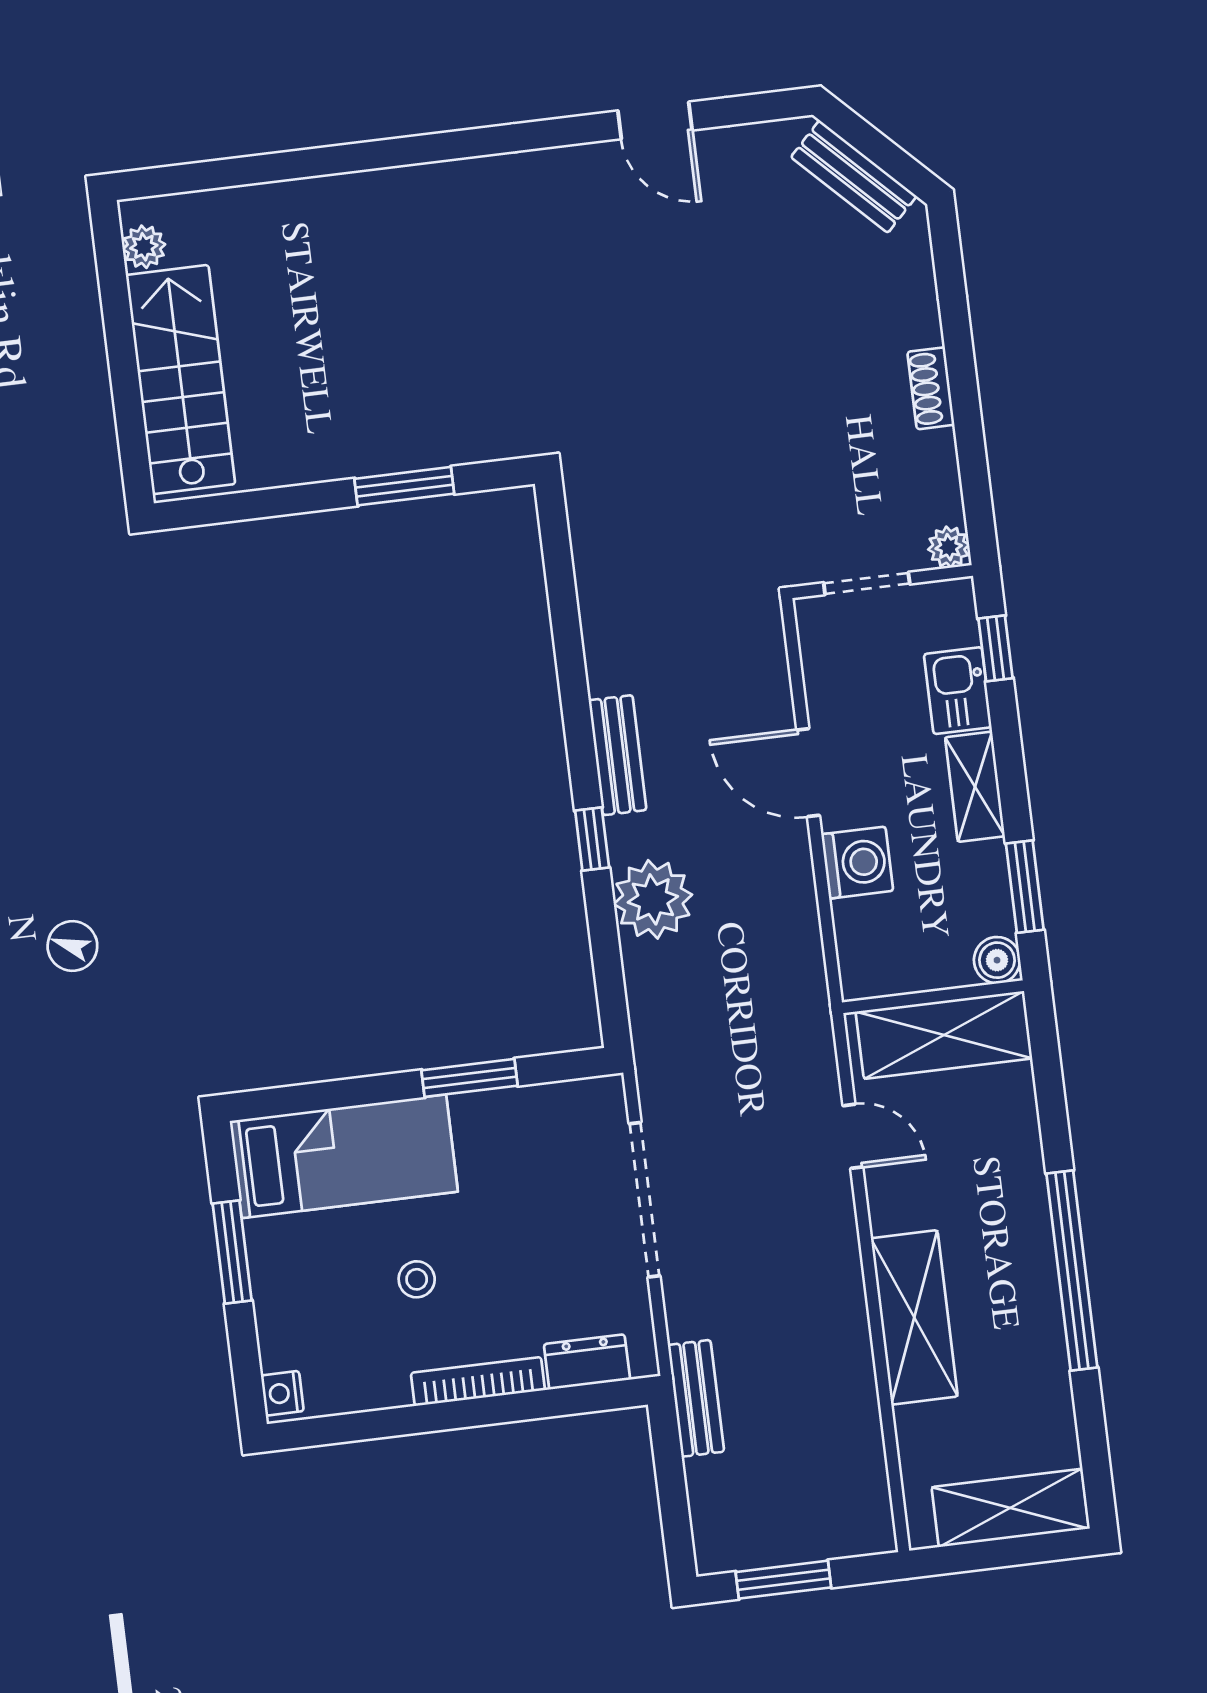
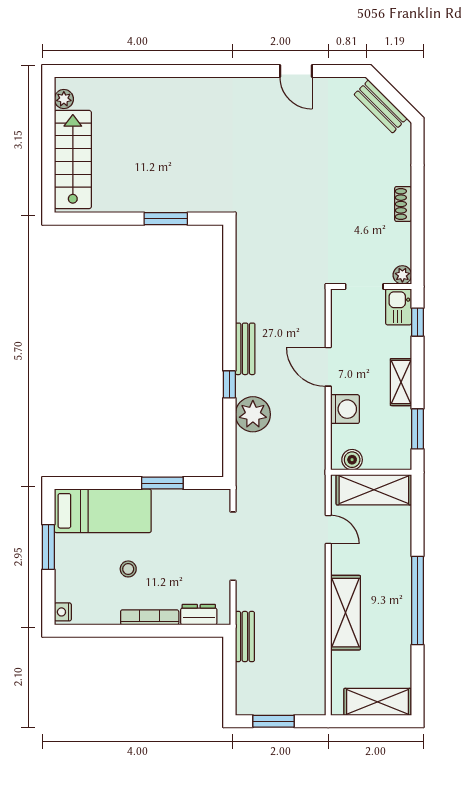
kitchen sink: (958, 691) -> (399, 307), moved
boiler: (997, 960) -> (352, 460), moved

